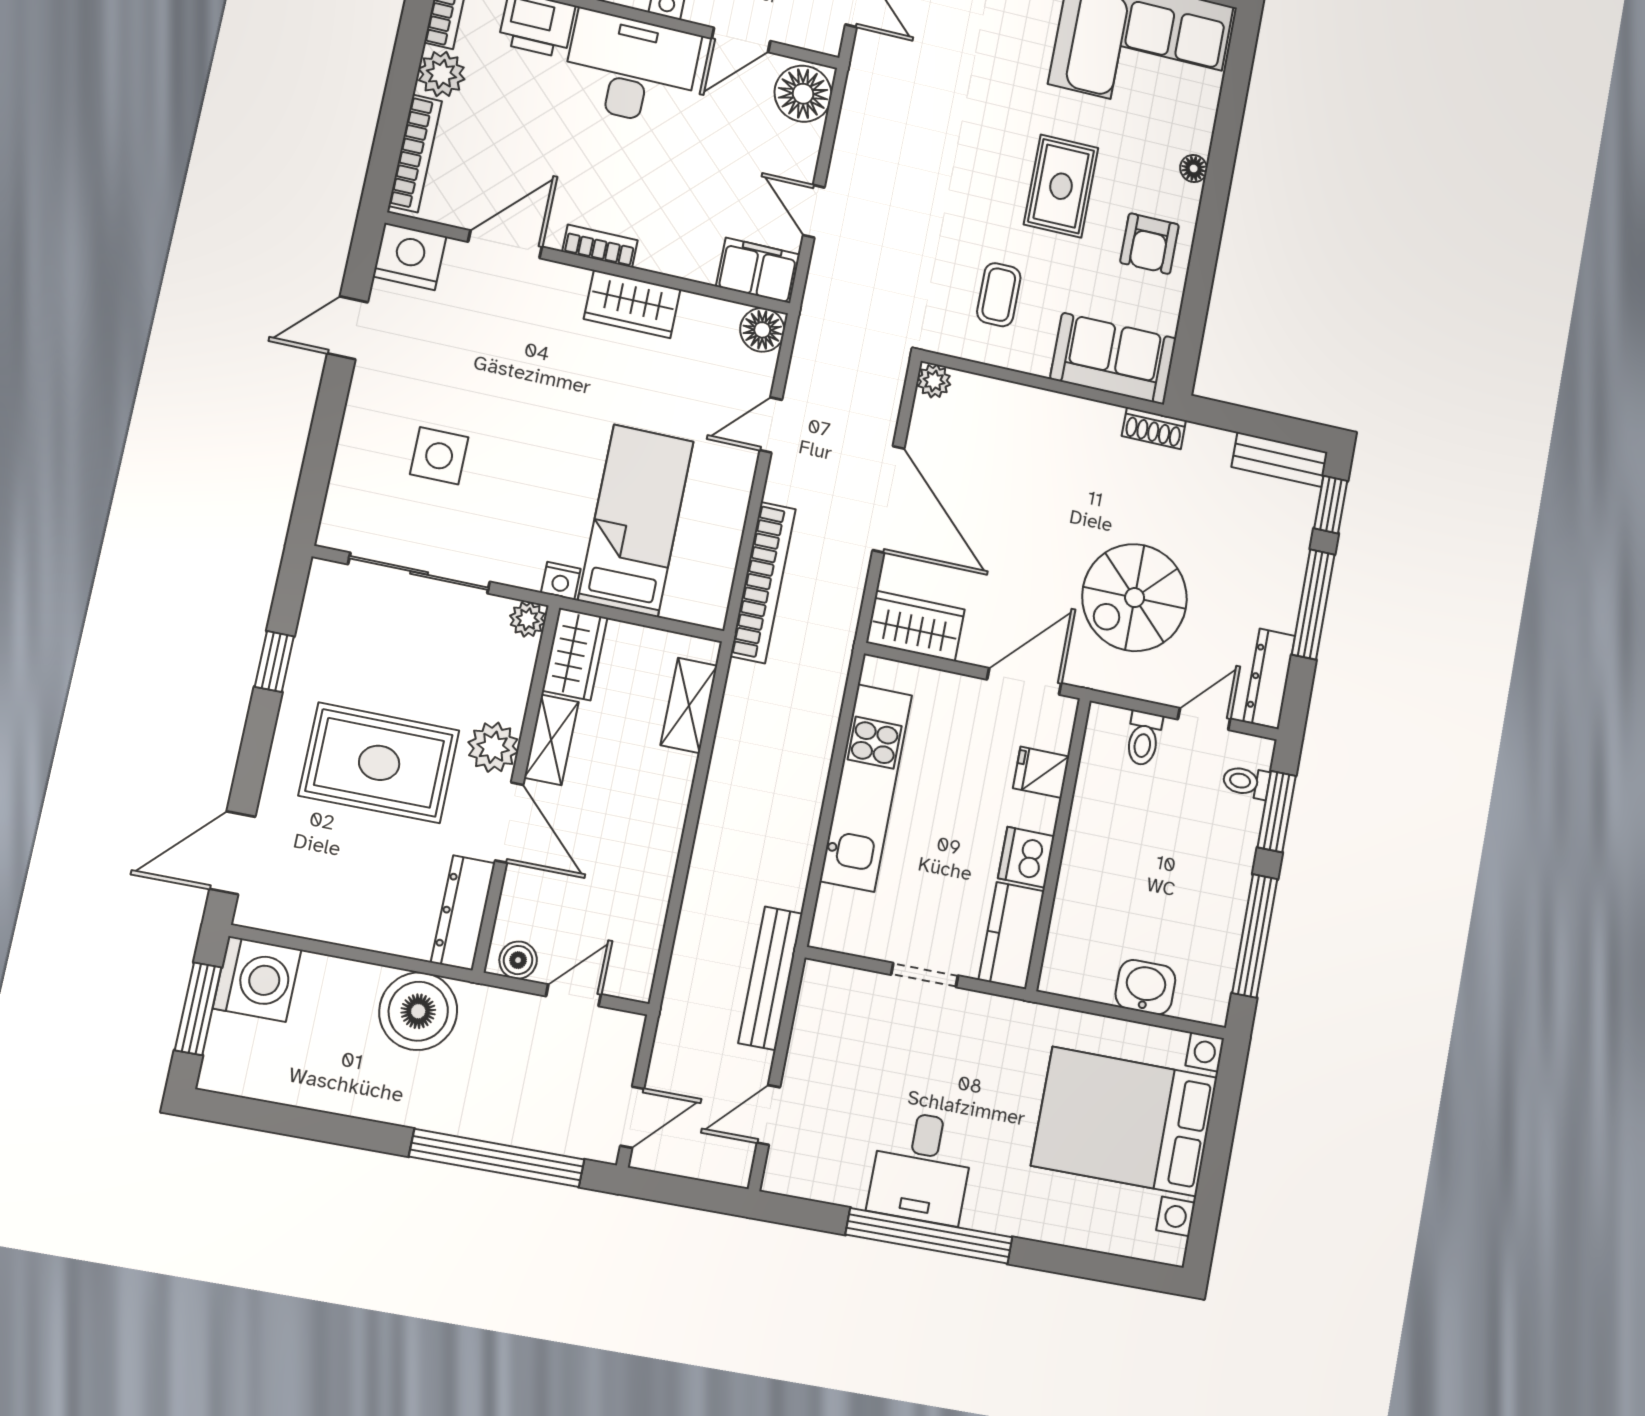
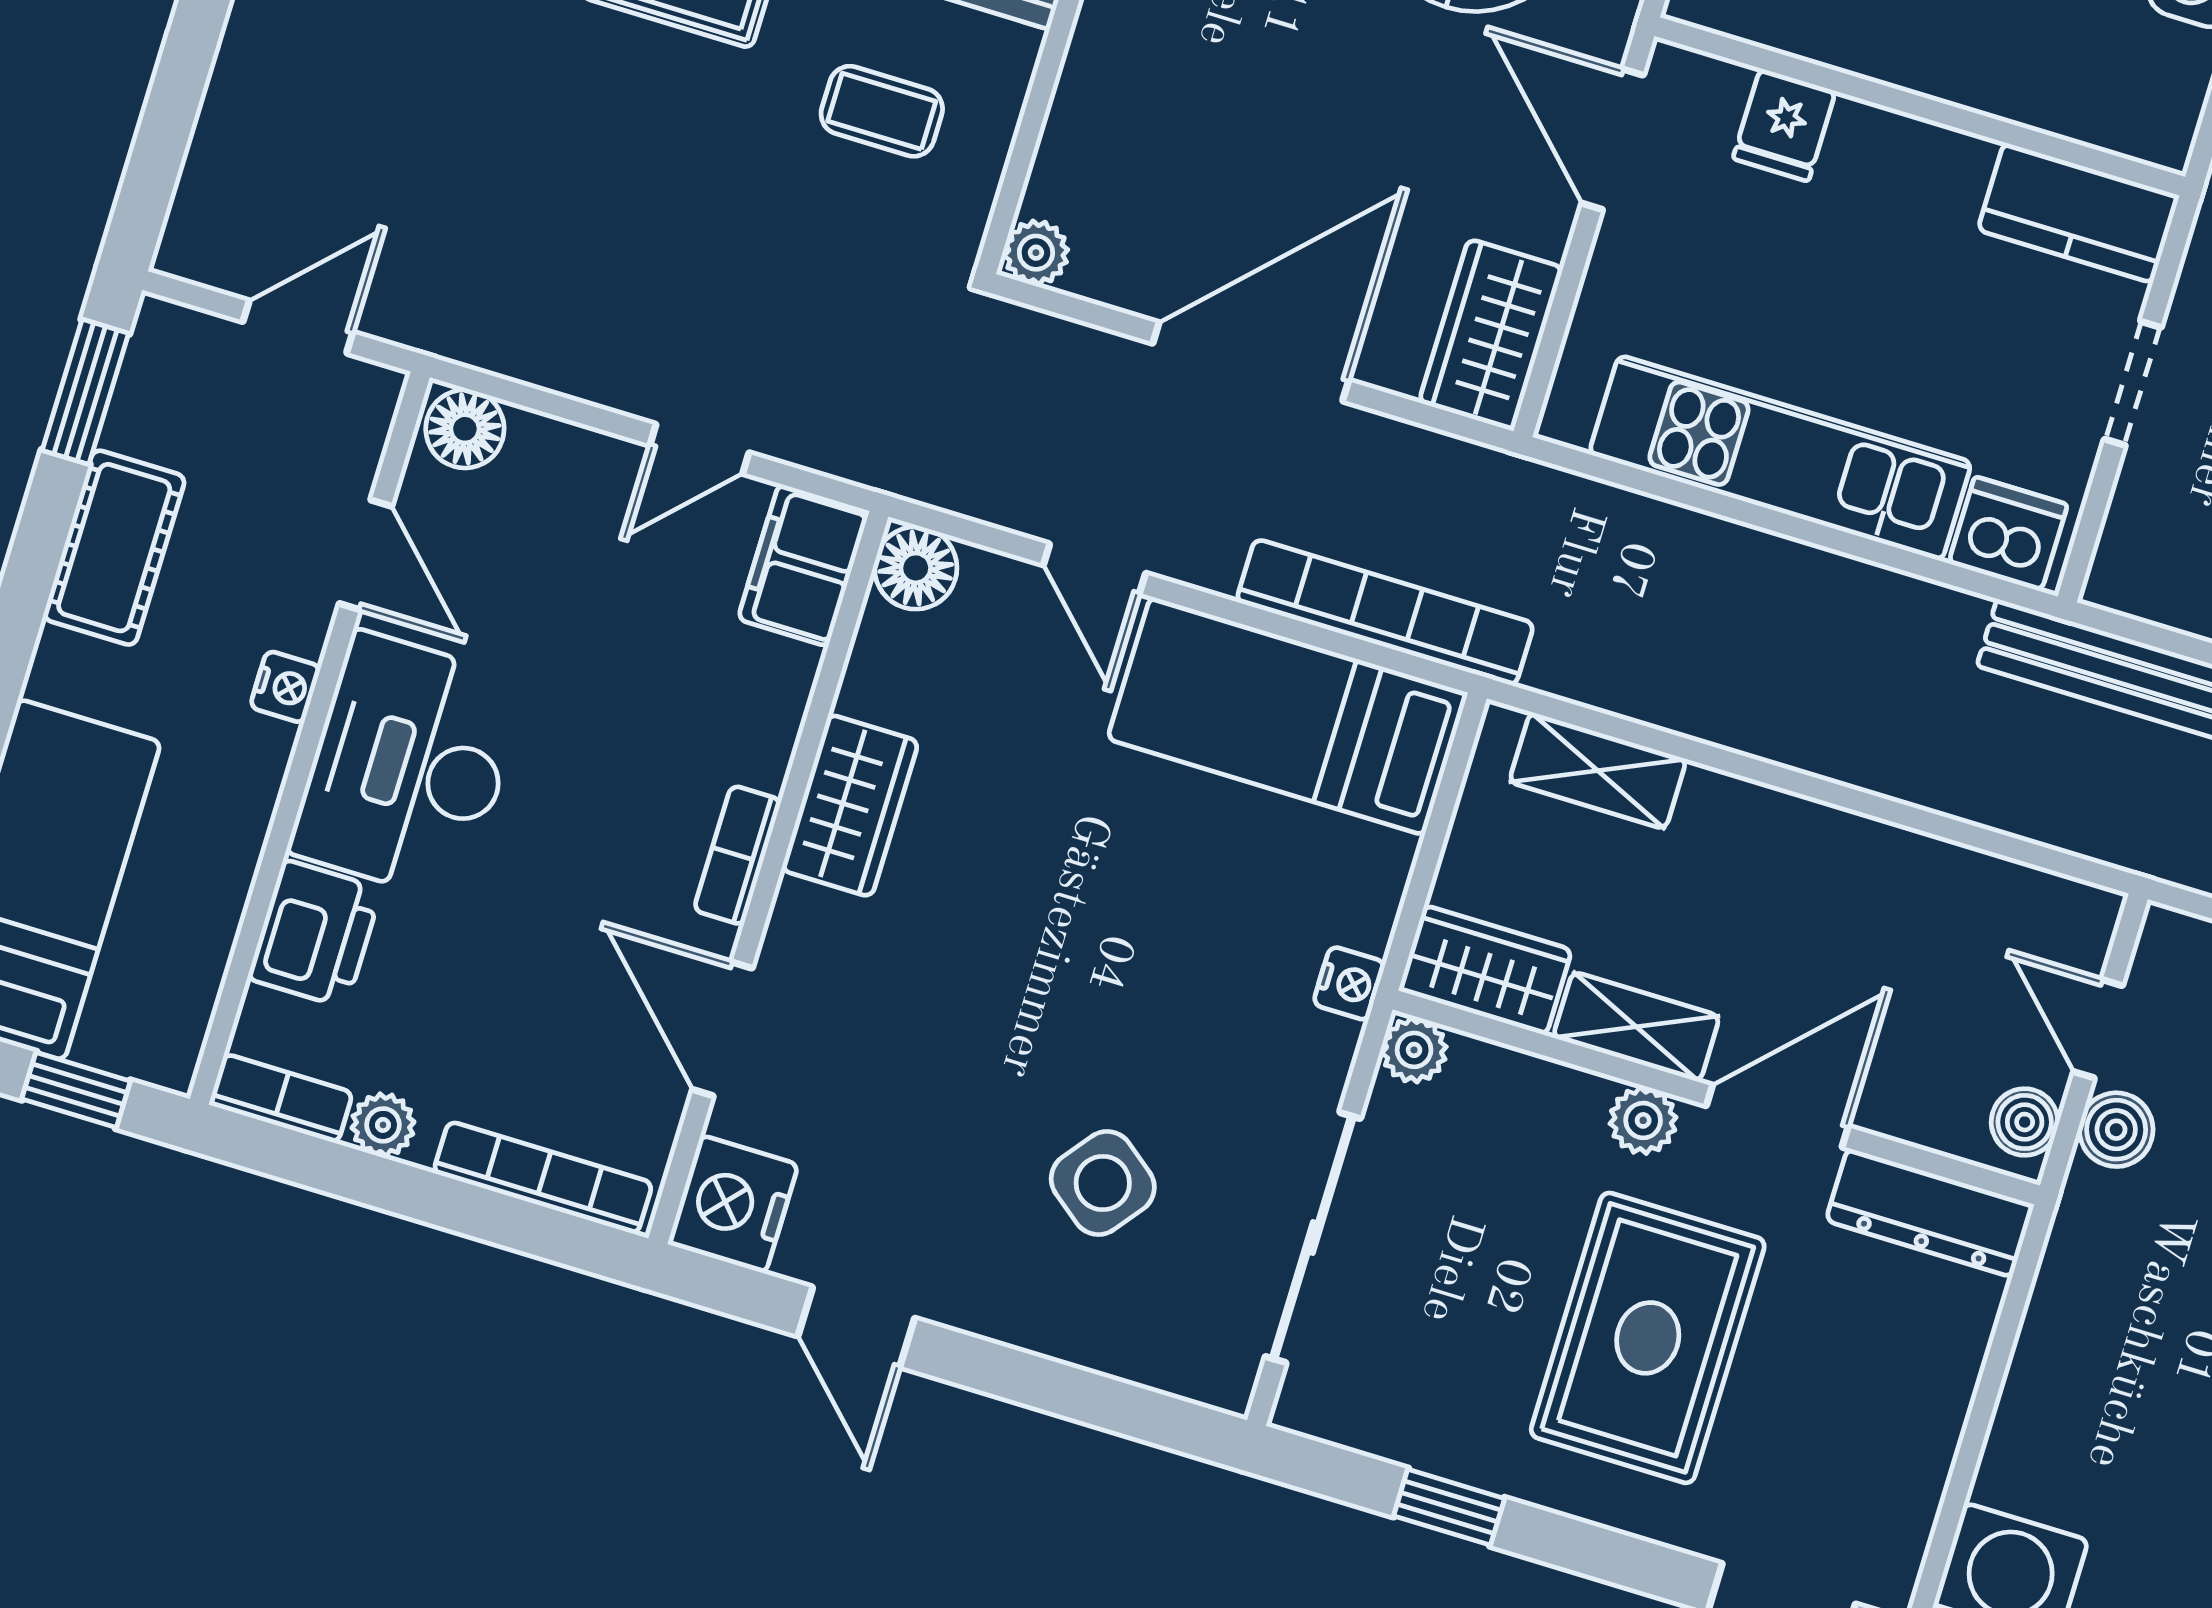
plant: (441, 74) -> (383, 1125), width x0.73, depth x0.73
floor lamp: (803, 94) -> (465, 429), width x0.73, depth x0.73
side table: (439, 456) -> (1103, 1183), turned 38
bed: (636, 521) -> (1288, 716), moved
plant: (493, 747) -> (1643, 1120), width x0.73, depth x0.73
dishwasher: (1026, 857) -> (2008, 534), moved, turned 180
boiler: (418, 1011) -> (2116, 1130), moved, width x0.54, depth x0.54

